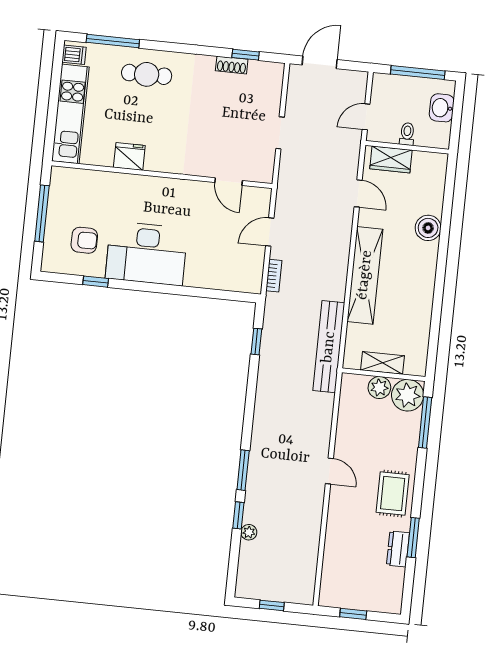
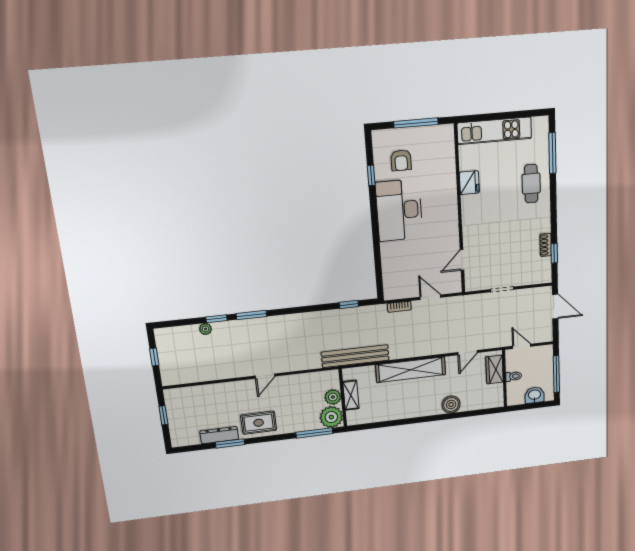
dishwasher: (74, 55) -> (539, 125), removed
dresser: (398, 549) -> (219, 435), width x1.44

